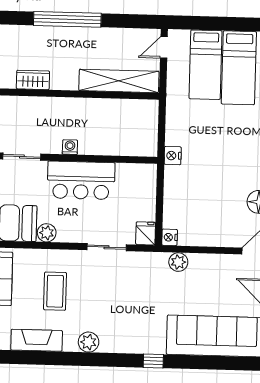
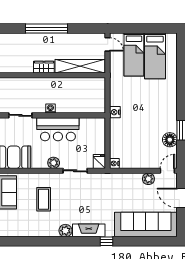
door: (164, 47) -> (108, 44), swing flipped
wardrobe: (33, 80) -> (44, 67), moved
plant: (47, 233) -> (54, 163), moved
plant: (178, 262) -> (148, 179), moved
fireplace: (37, 340) -> (89, 230), moved

